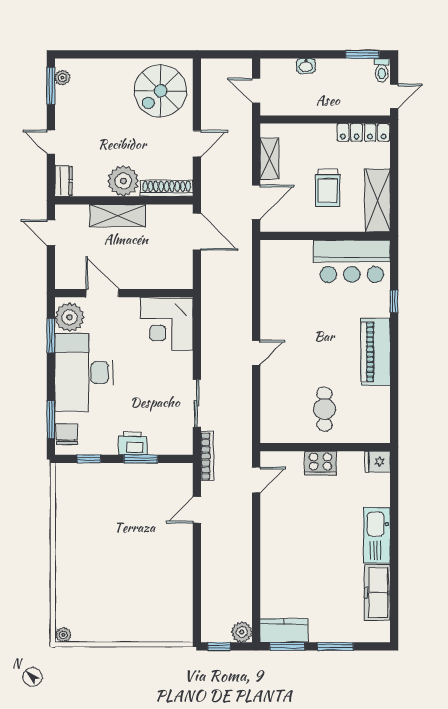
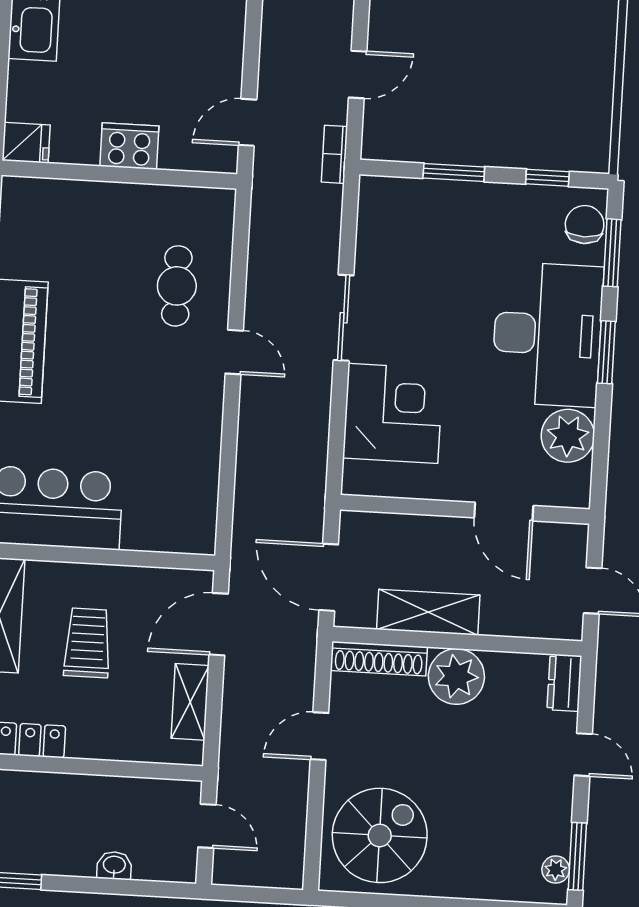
shelving: (118, 216) -> (428, 612), moved
door: (102, 293) -> (504, 512), moved
wall: (124, 293) -> (465, 509), moved
window: (51, 336) -> (606, 352), moved
door: (256, 353) -> (234, 352), swing flipped
sliding door: (197, 403) -> (344, 318), moved
cafe table: (325, 409) -> (177, 286), moved
chair: (67, 434) -> (585, 225), turned 180
printer: (133, 443) -> (467, 201), removed
bookcase: (207, 456) -> (334, 154), width x0.64

